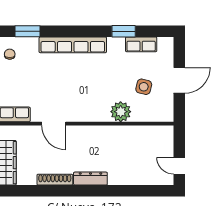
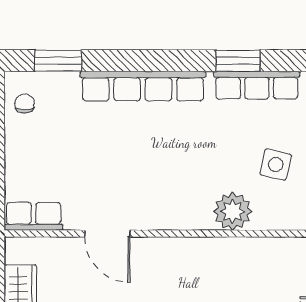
row of seats: (141, 44) -> (257, 85), width x1.48

